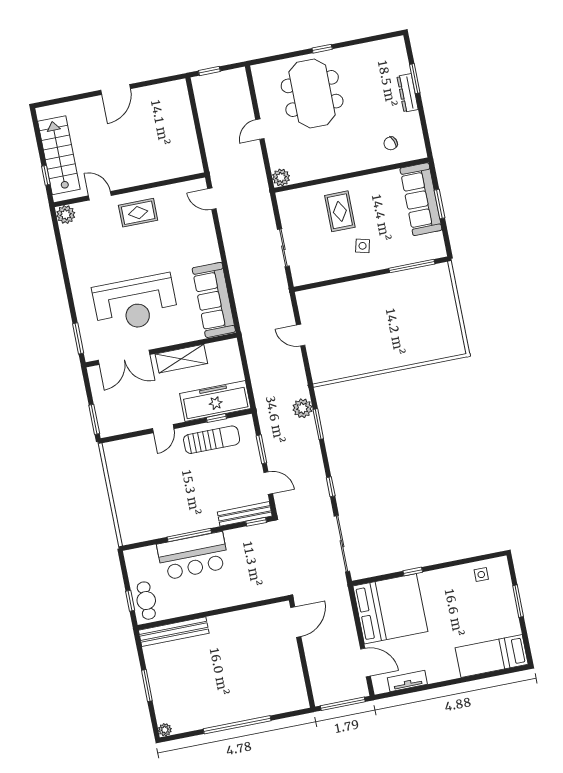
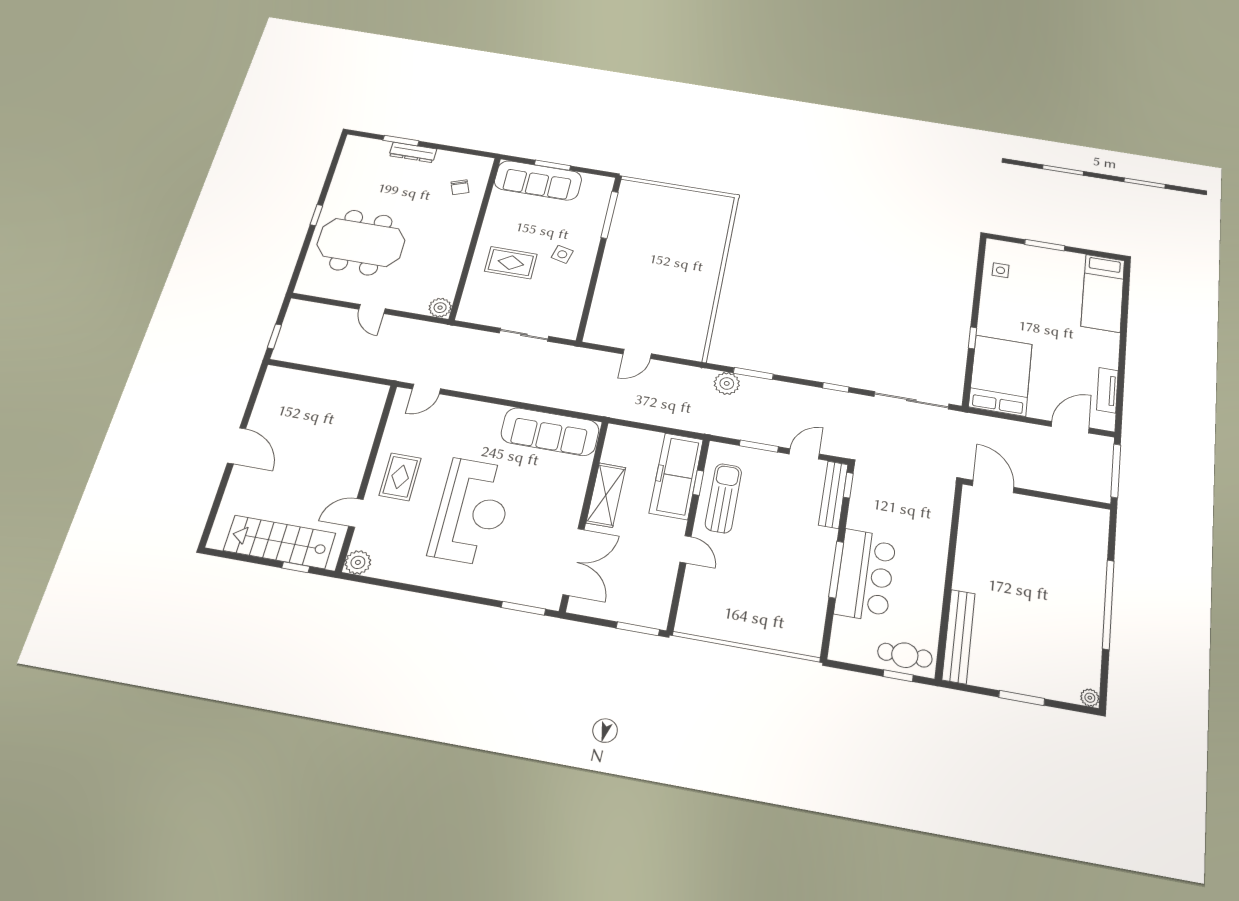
reception desk: (135, 303) -> (472, 511), moved
bed: (390, 609) -> (1000, 375), width x0.73

